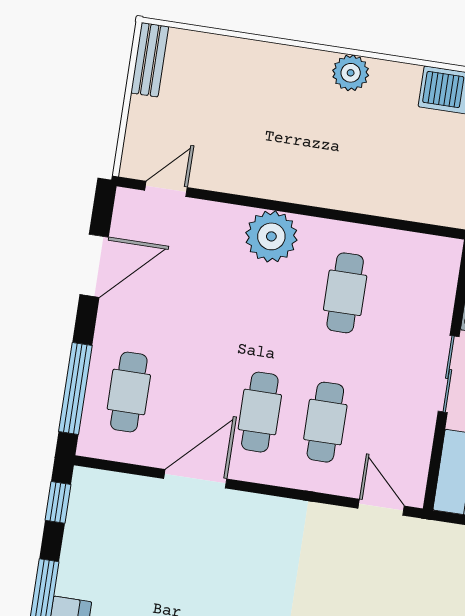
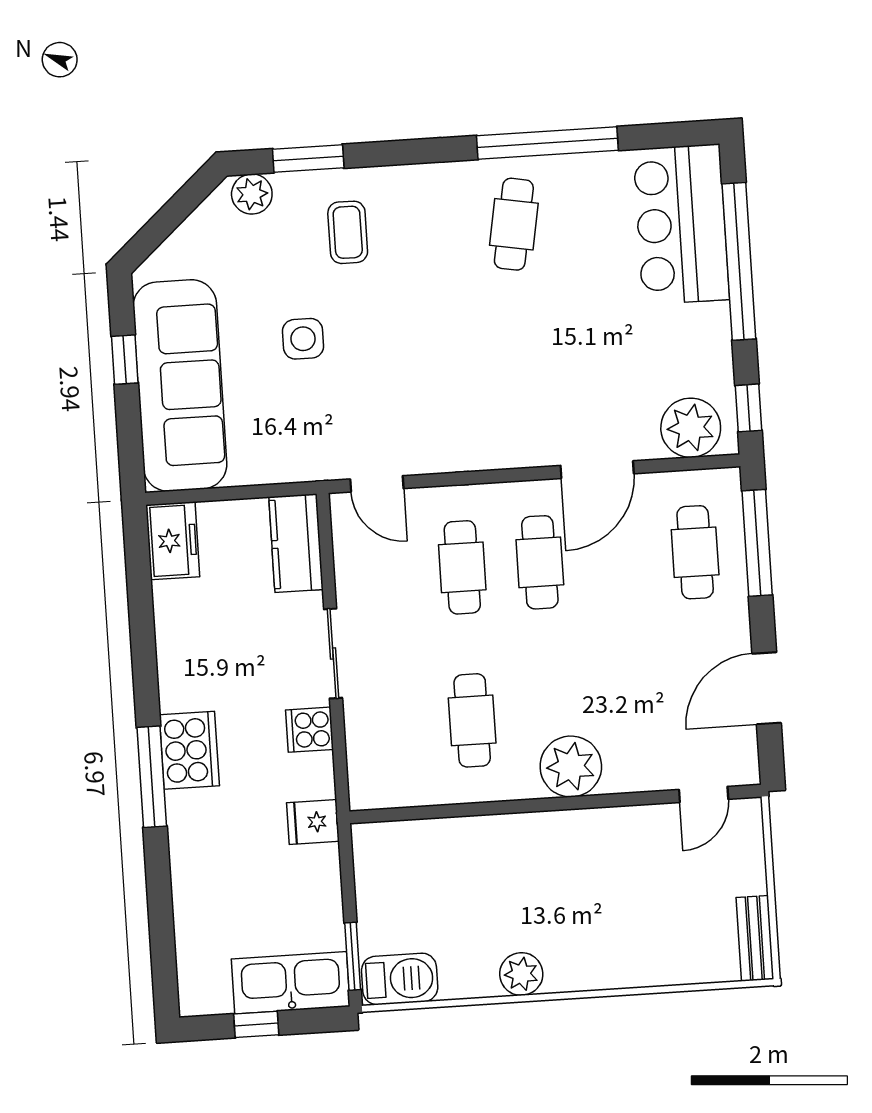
plant: (110, 496) -> (691, 428), added

